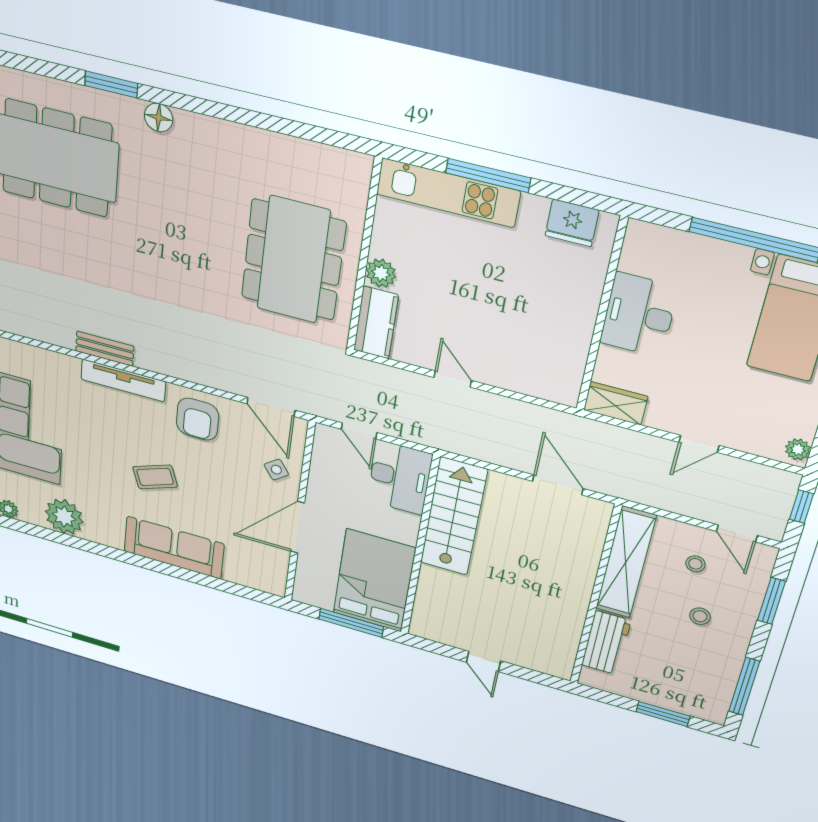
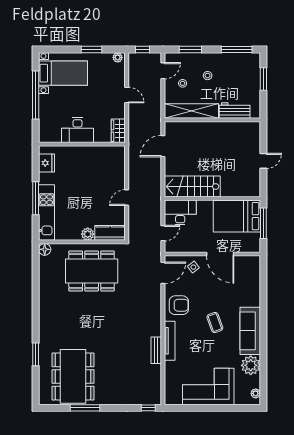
floor lamp: (159, 117) -> (45, 249), moved
sofa: (174, 548) -> (250, 331), moved

